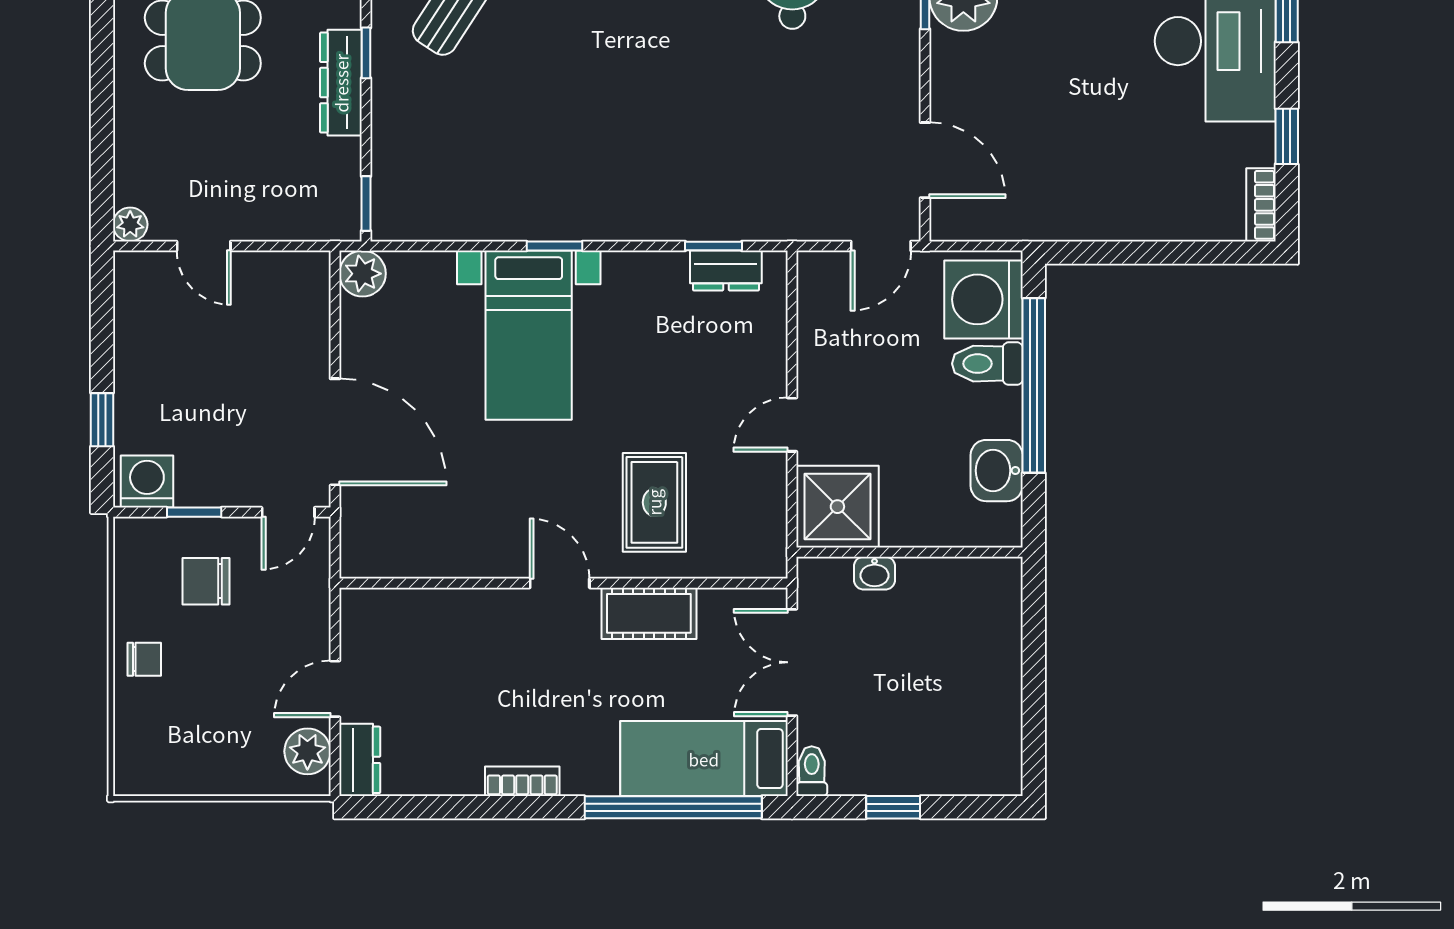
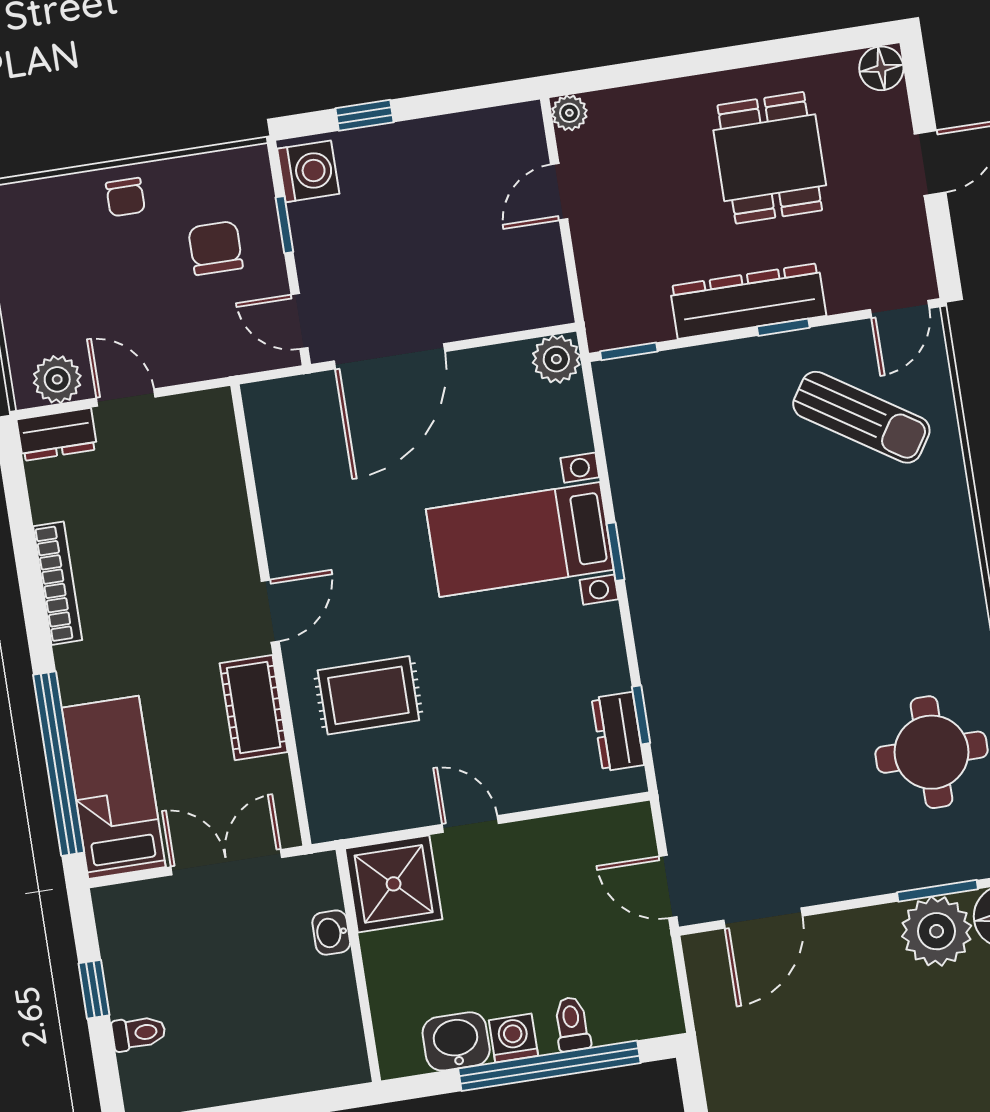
dresser: (341, 83) -> (748, 301), width x1.37, depth x1.24
washing machine: (984, 299) -> (513, 1038), moved, width x0.53, depth x0.53
toilet: (987, 364) -> (572, 1024), width x0.73, depth x0.72
toilet: (812, 771) -> (139, 1033), moved
bookcase: (522, 781) -> (58, 583), width x1.56

